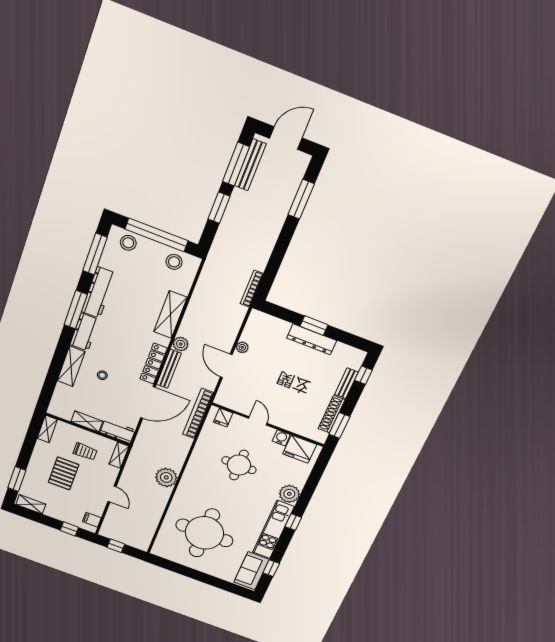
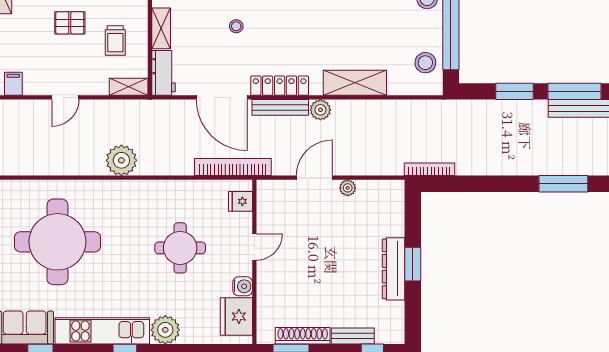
pallet: (64, 473) -> (70, 23), width x0.67, depth x0.71

